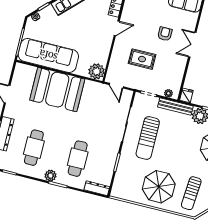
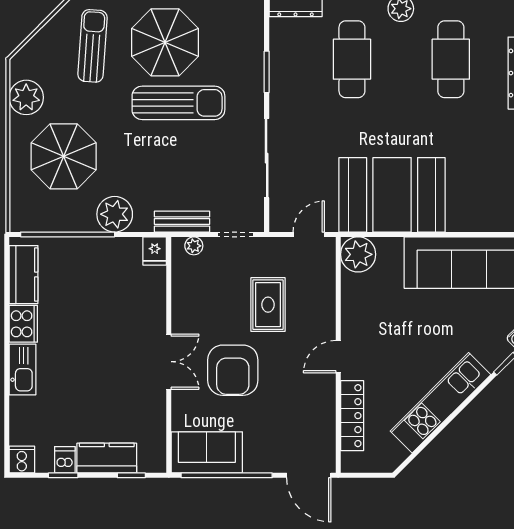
armchair: (165, 34) -> (233, 370), width x1.88, depth x1.88
rug: (142, 59) -> (268, 305), turned 90
door: (116, 86) -> (309, 234), hinge flipped
booth: (57, 90) -> (392, 195), moved
bench: (175, 107) -> (182, 222), width x0.73
sun lounger: (148, 138) -> (178, 103), moved, turned 90

